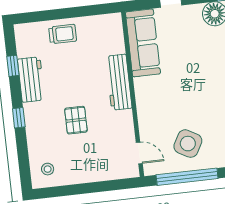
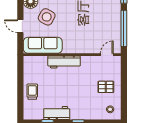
pallet: (76, 120) -> (106, 87), moved
side table: (188, 144) -> (47, 17), moved

